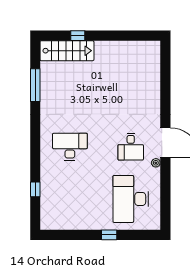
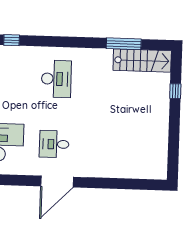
stairs: (67, 51) -> (142, 61), moved, turned -90
plant: (156, 163) -> (36, 171), removed

